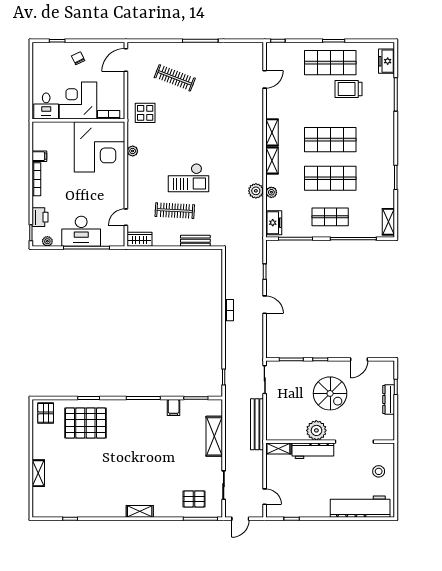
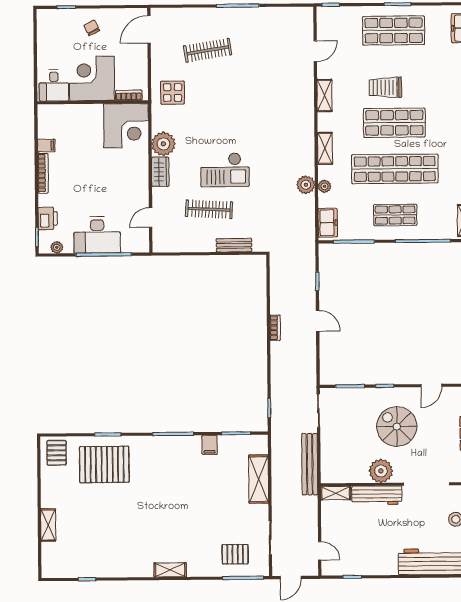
clothes rail: (175, 78) -> (208, 50), turned -30
trolley: (349, 89) -> (385, 87), moved
shelving: (272, 132) -> (325, 95), moved
corner desk: (99, 147) -> (126, 126), width x0.74, depth x0.74
plant: (133, 151) -> (163, 144), width x1.87, depth x1.87
shop shelf: (330, 178) -> (395, 169), width x1.40
wardrobe: (140, 239) -> (160, 172), moved, turned 90
spiral stairs: (330, 393) -> (397, 427), turned 180

